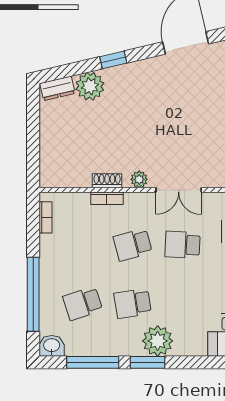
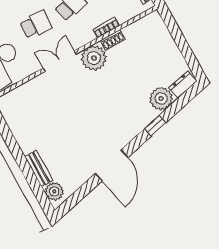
plant: (139, 179) -> (94, 58), width x1.88, depth x1.88

